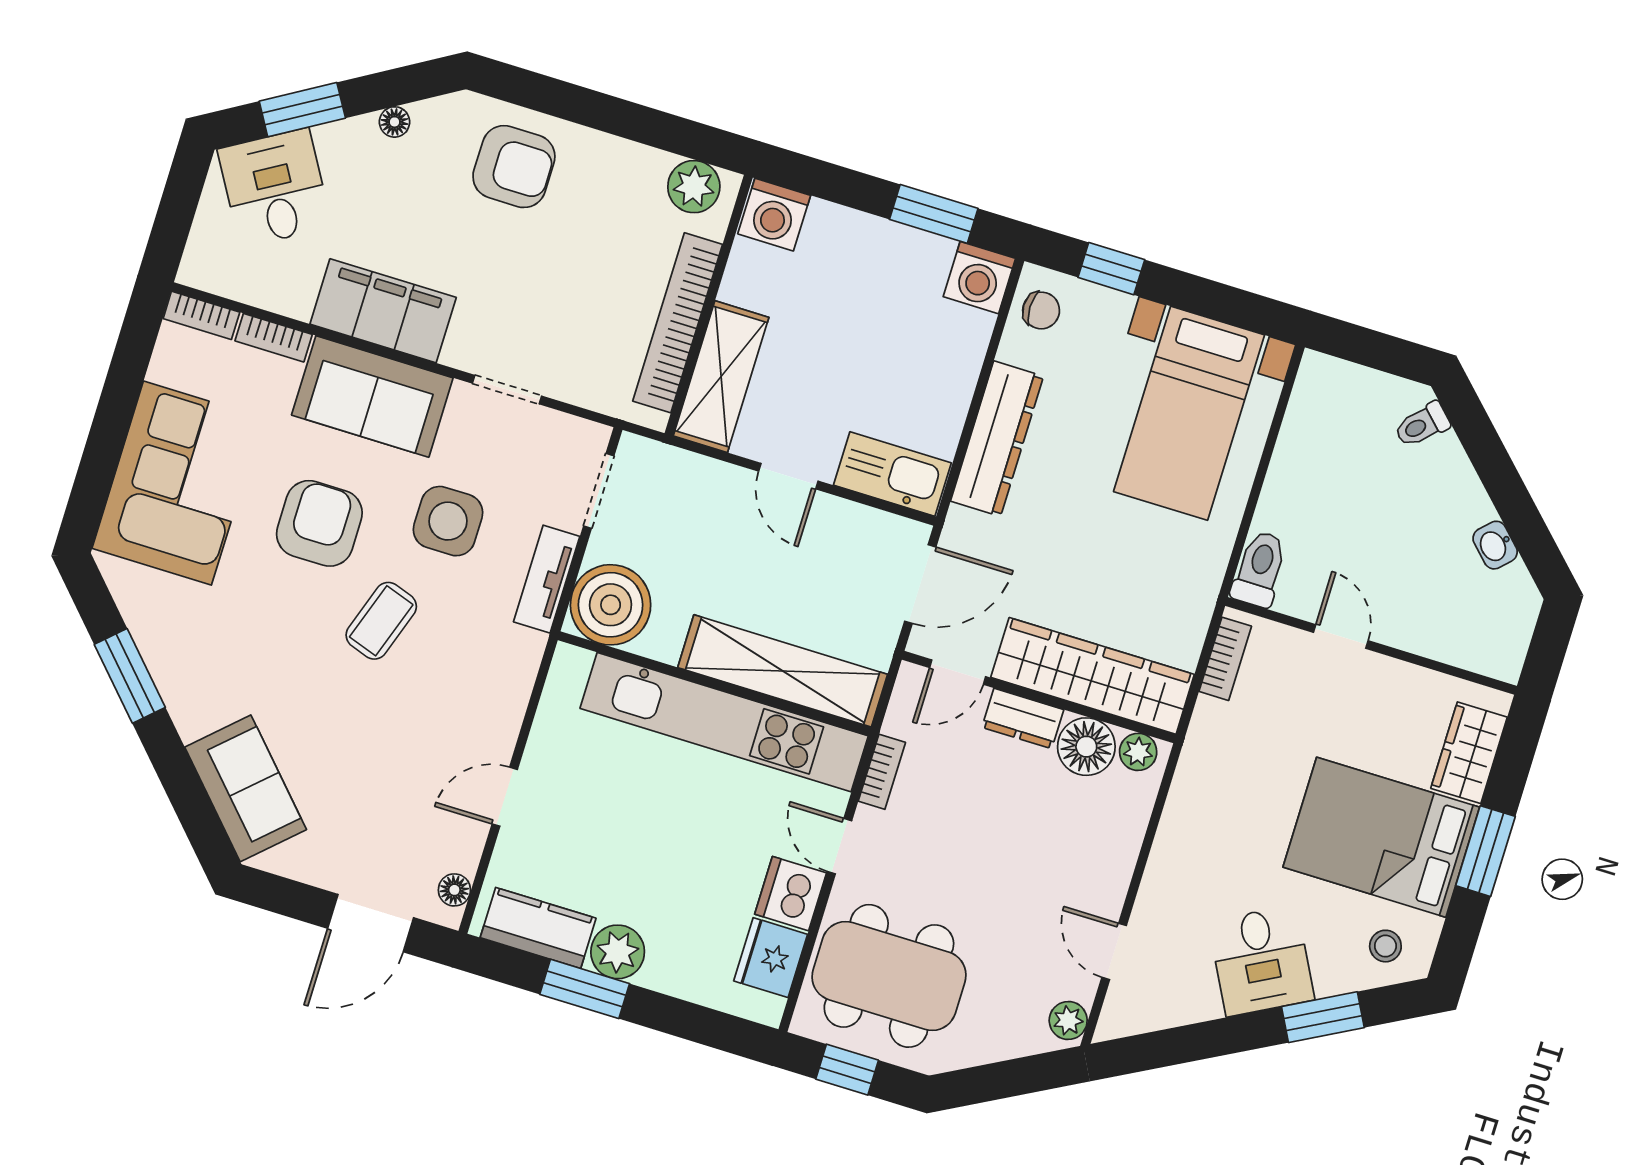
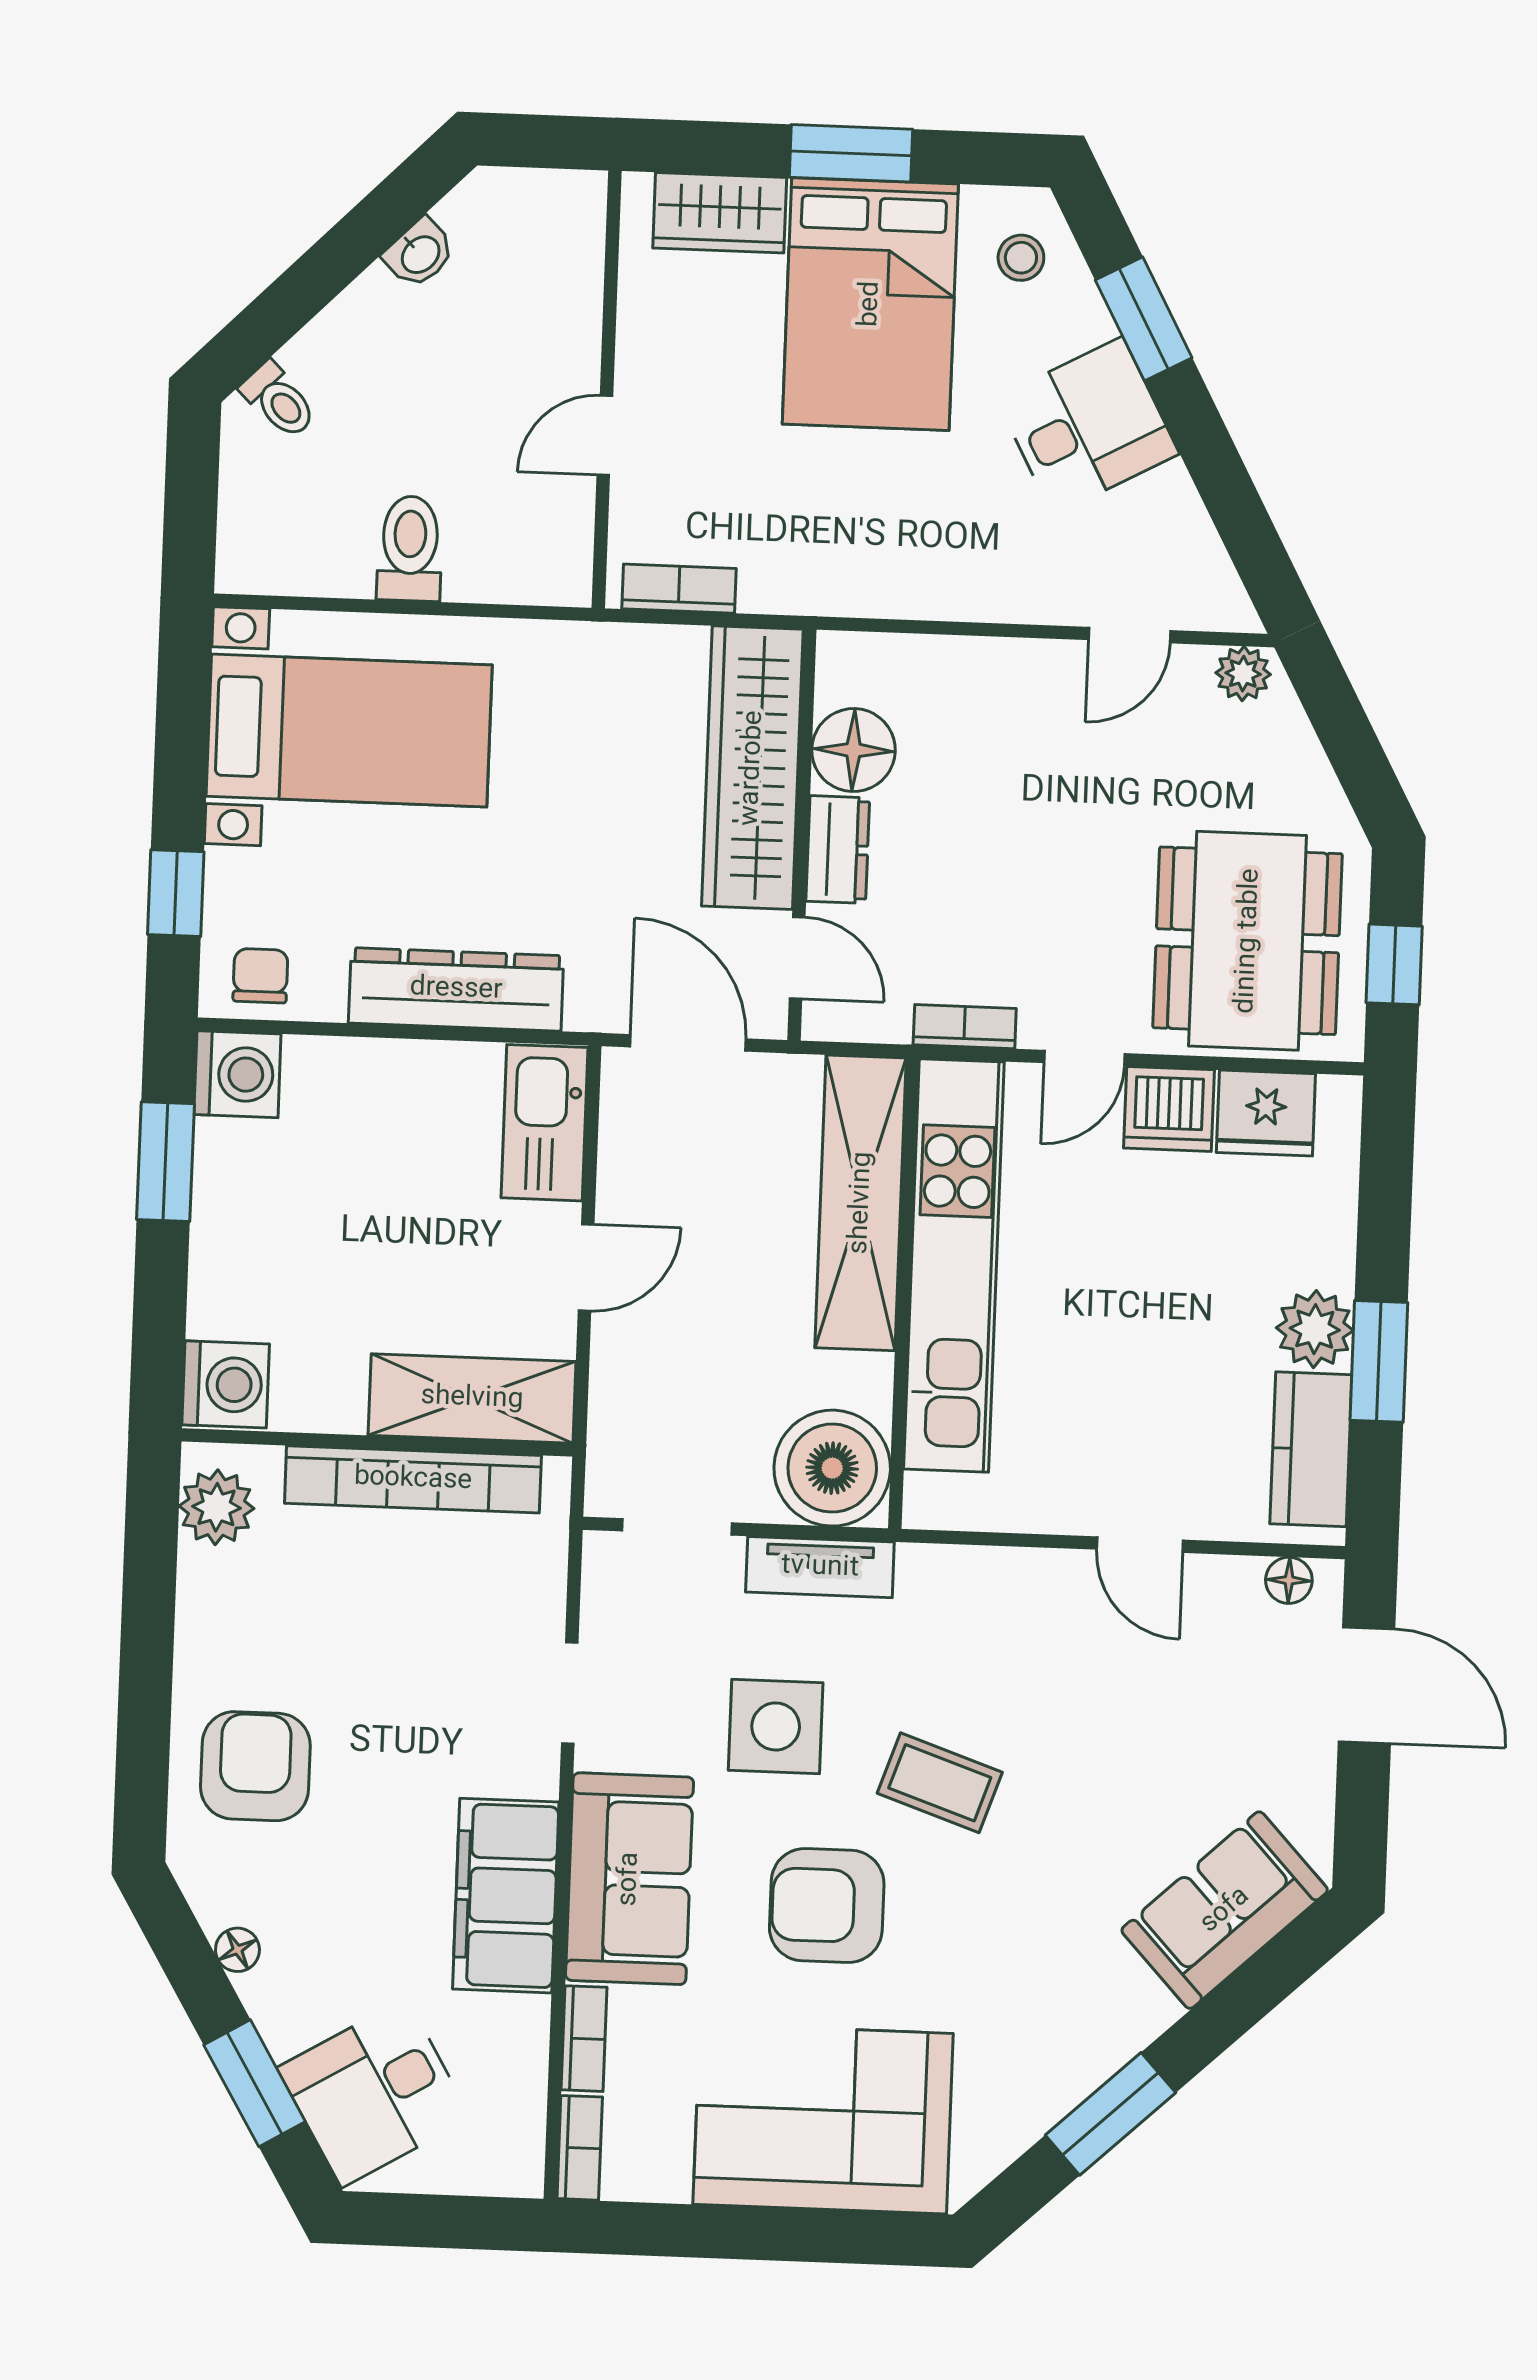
toilet: (1260, 569) -> (410, 549), moved, turned 90
plant: (1138, 752) -> (842, 676), removed

